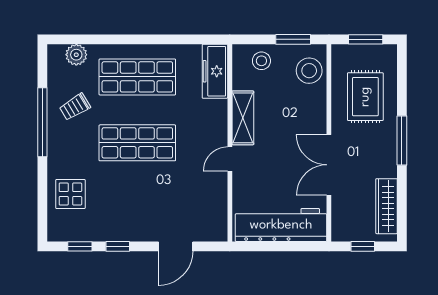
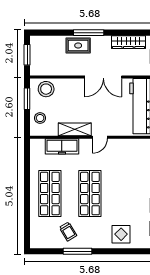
plant: (76, 55) -> (36, 231), removed
freezer: (215, 71) -> (62, 146), moved
rug: (365, 97) -> (78, 46), moved, width x0.73, depth x0.70
window: (42, 122) -> (77, 251), width x0.68
door: (230, 159) -> (100, 137), hinge flipped

